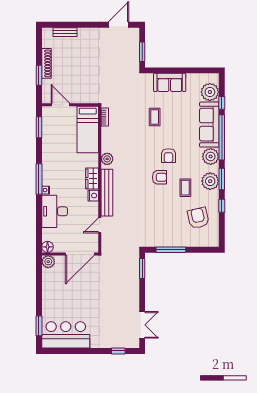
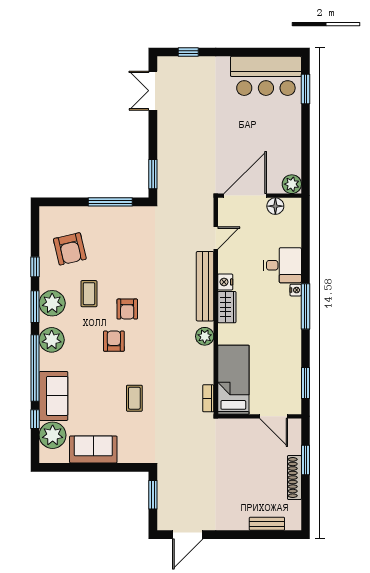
sofa: (170, 82) -> (93, 449), moved
sofa: (209, 125) -> (53, 396), width x0.73
armchair: (159, 177) -> (127, 309), turned -90
desk: (55, 211) -> (282, 265), width x0.73
floor lamp: (48, 247) -> (275, 206), moved

